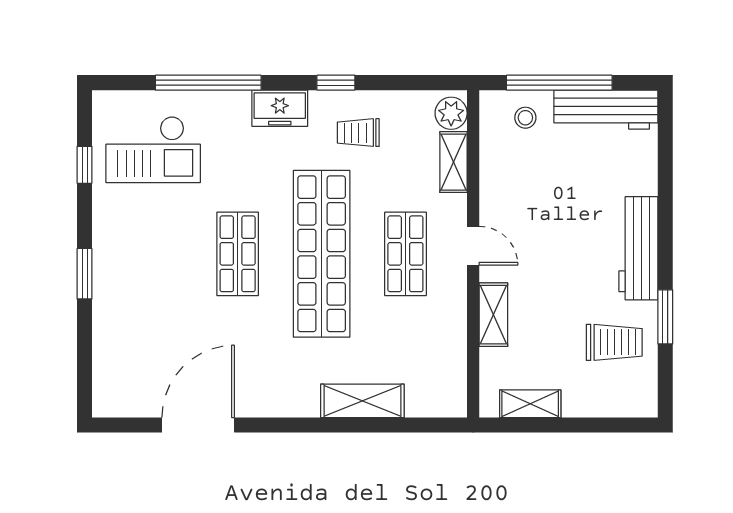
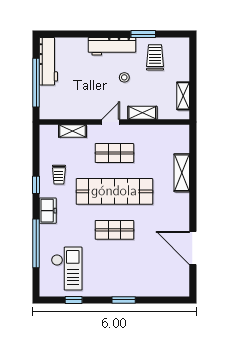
plant: (451, 113) -> (50, 132), removed
stool: (525, 118) -> (124, 77), moved

